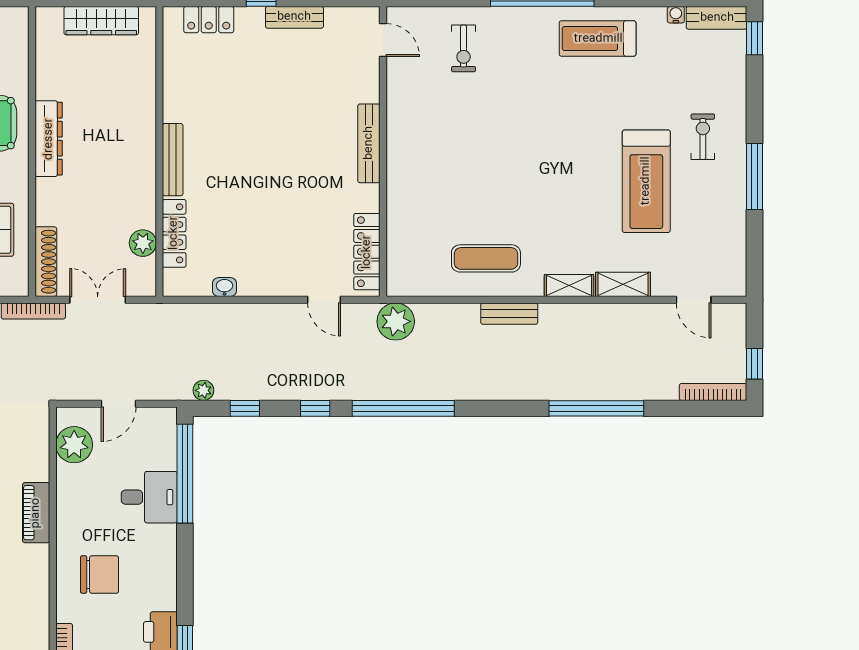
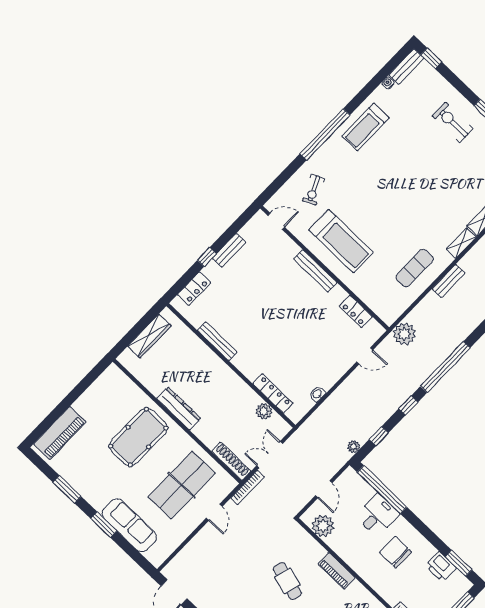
exercise bike: (464, 48) -> (314, 190), turned 65
exercise bike: (703, 137) -> (453, 122), width x1.38, depth x1.39
bench: (173, 160) -> (217, 341), moved
treadmill: (646, 181) -> (341, 241), moved
locker: (367, 252) -> (356, 311), width x0.66
chair: (100, 574) -> (395, 552), moved, turned -90

